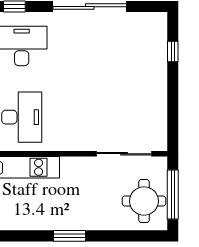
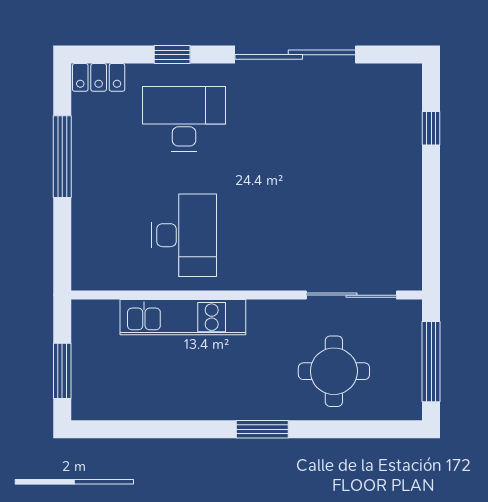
round table: (144, 201) -> (334, 371), moved

